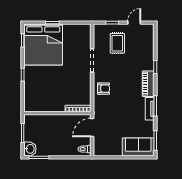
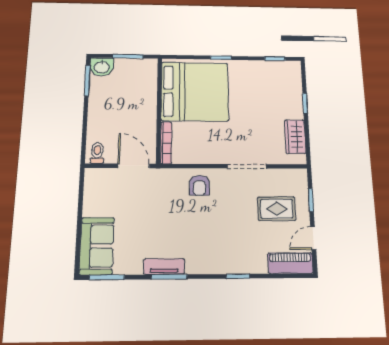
door: (134, 23) -> (313, 238), swing flipped
wardrobe: (74, 30) -> (295, 137), added
bed: (43, 44) -> (195, 91), moved, turned 180
piano: (148, 84) -> (290, 263), moved

